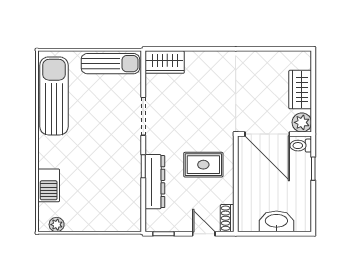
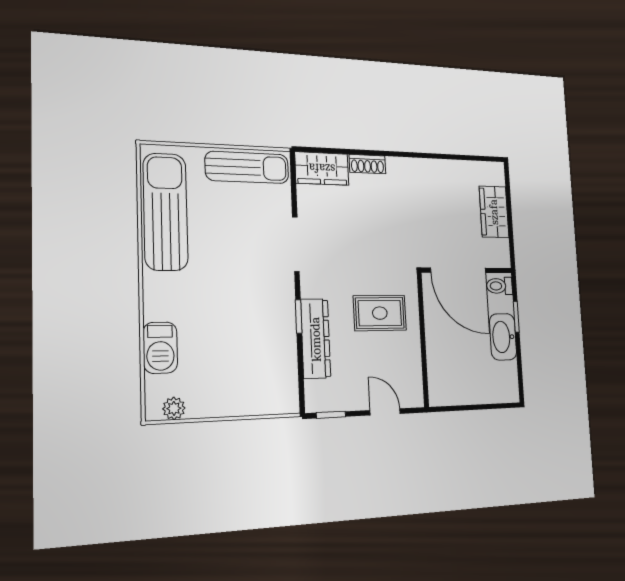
plant: (302, 122) -> (499, 255), removed
shoe rack: (227, 218) -> (367, 164), moved, turned -90
washbasin: (276, 221) -> (503, 337), moved, turned -90

